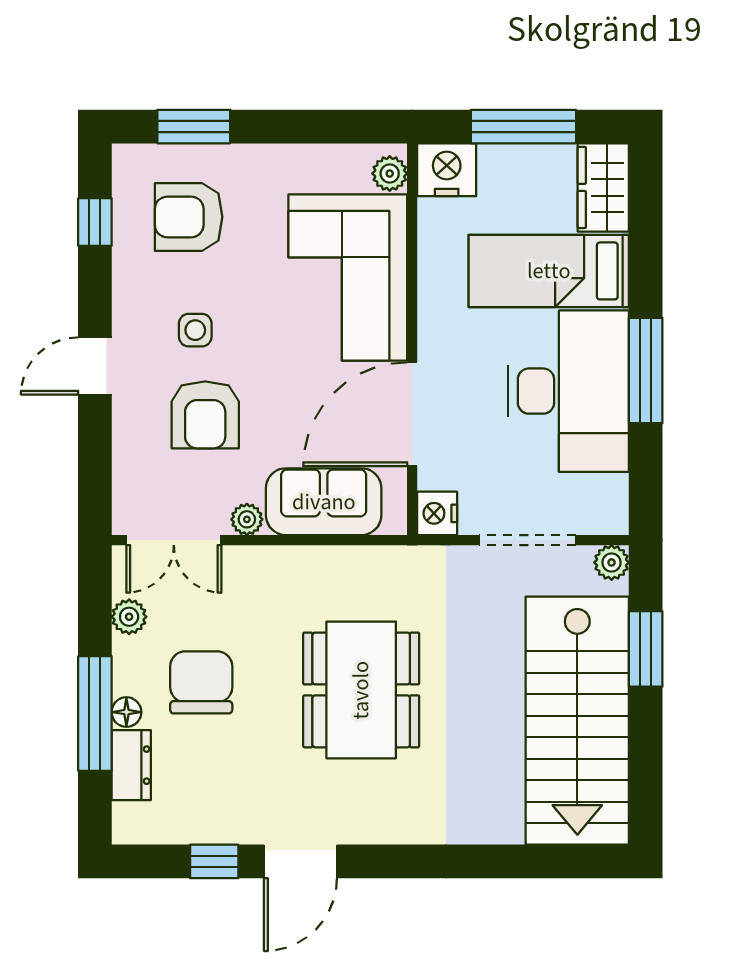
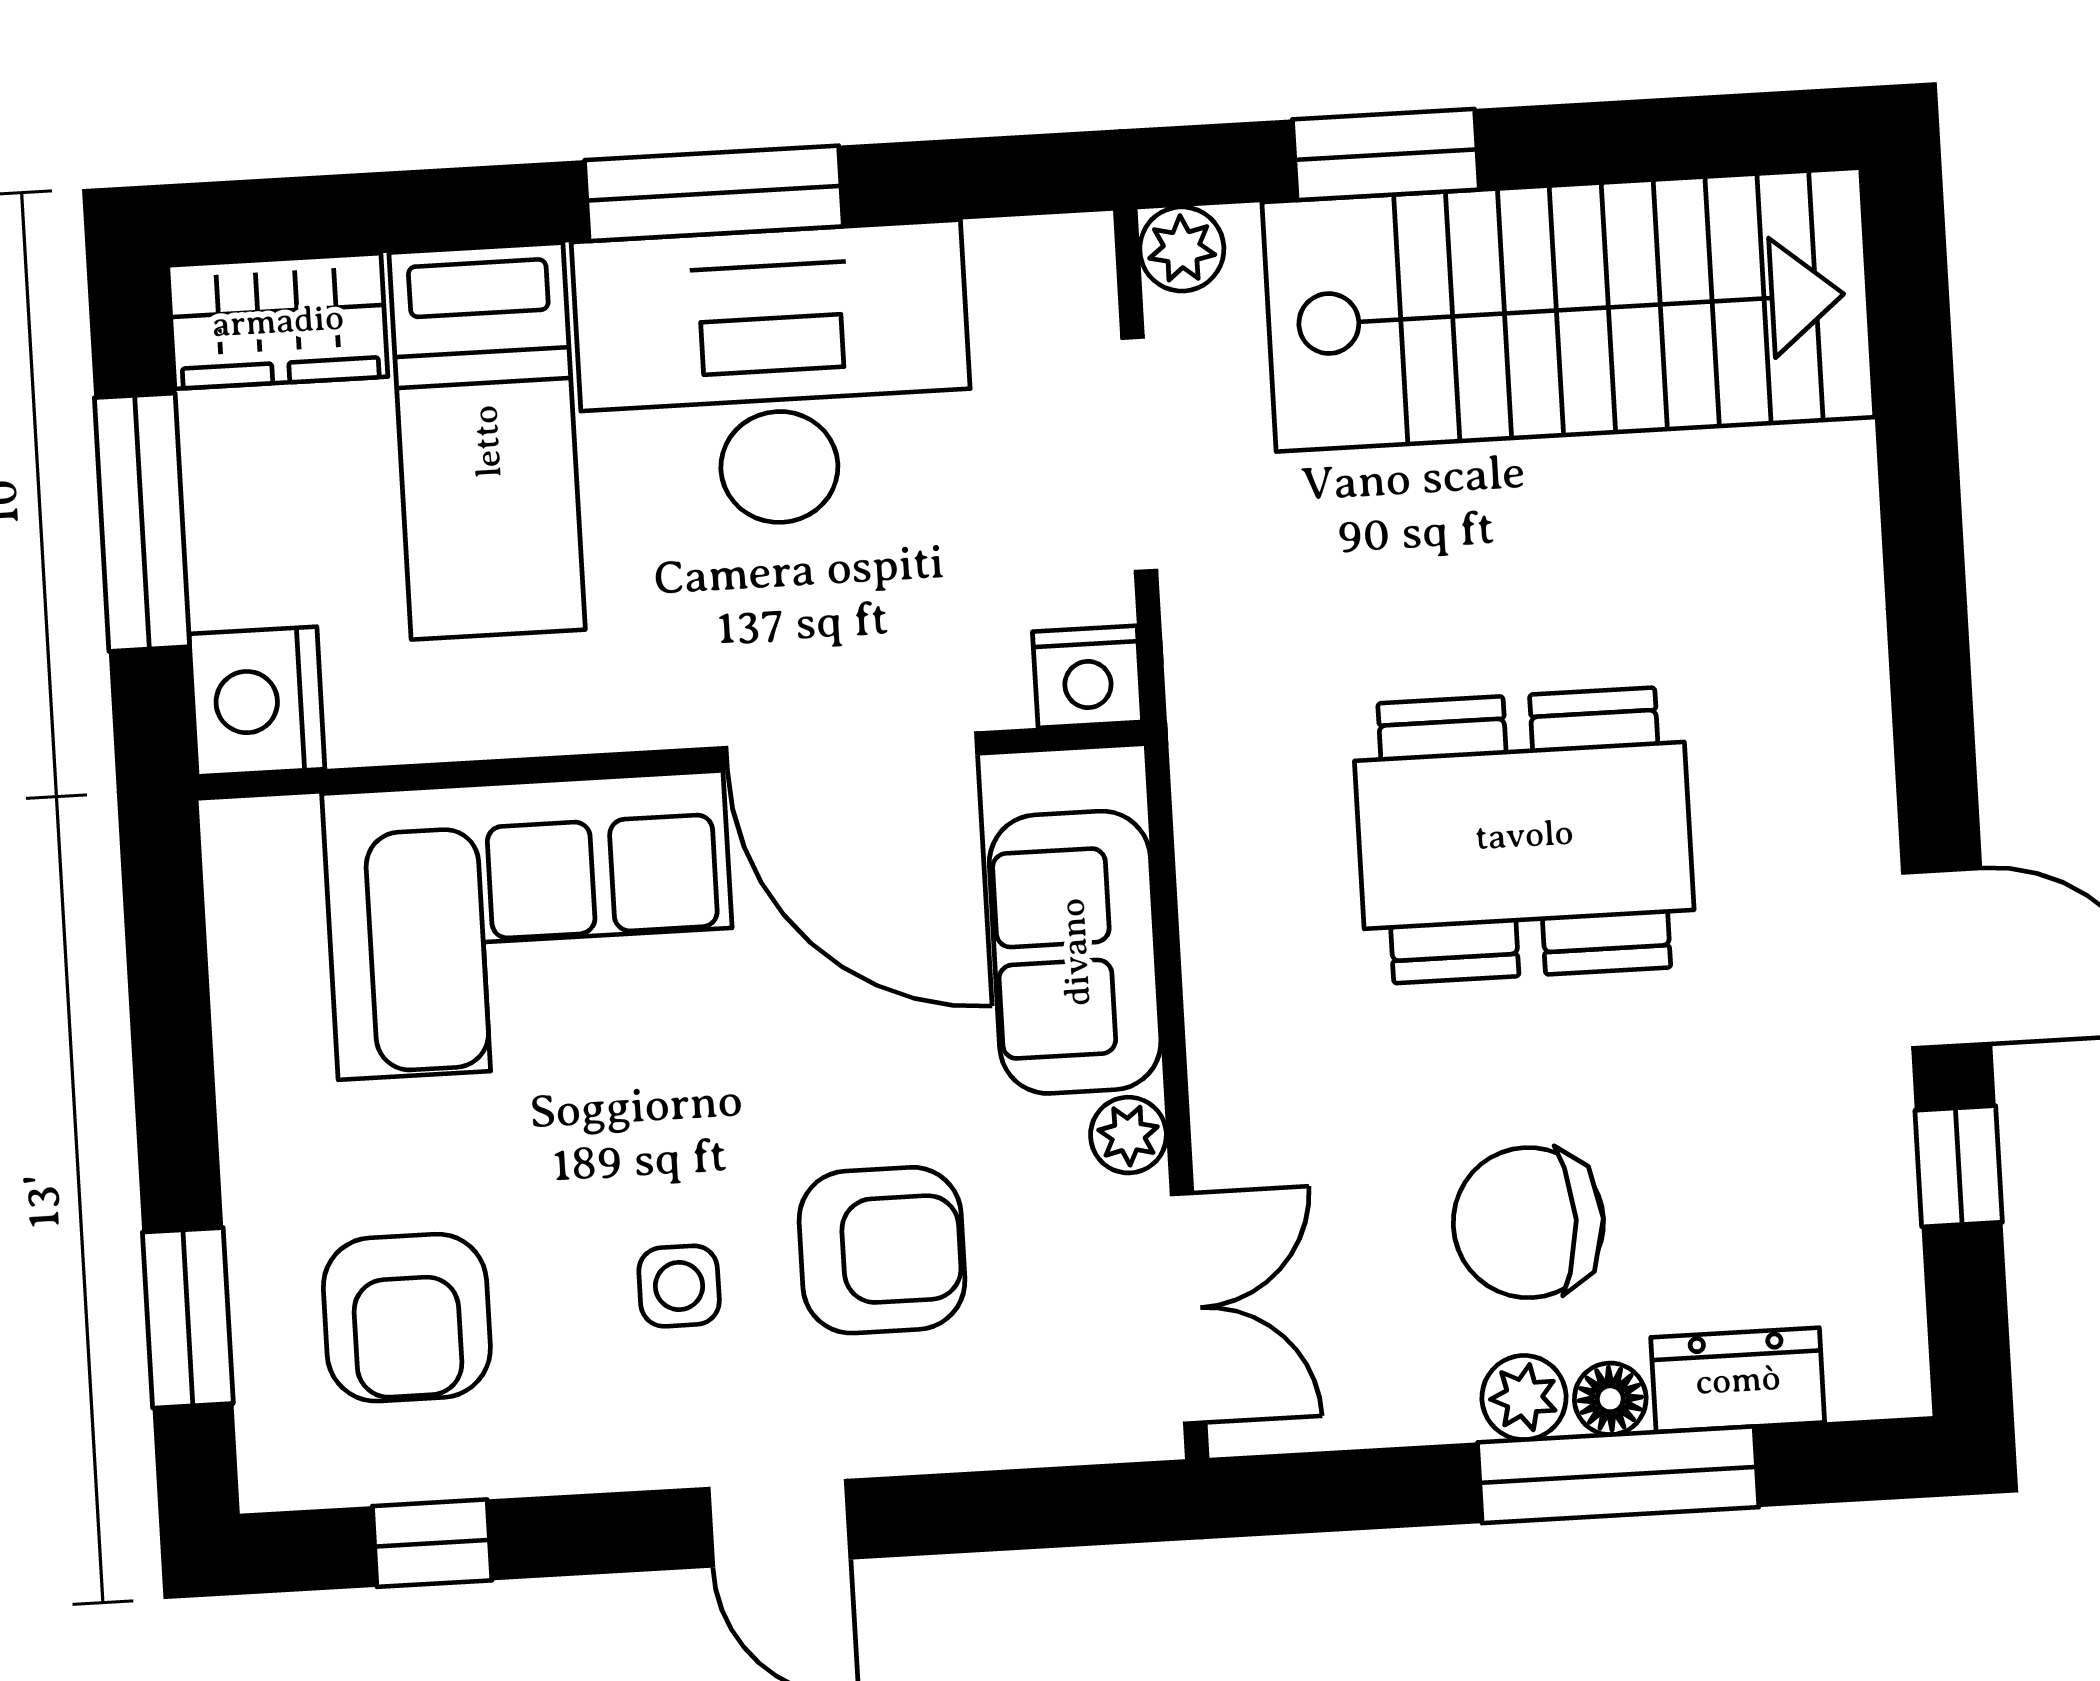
plant: (390, 173) -> (274, 839), removed
plant: (129, 617) -> (1524, 1398), moved

